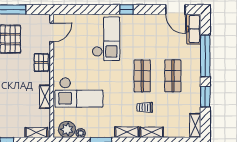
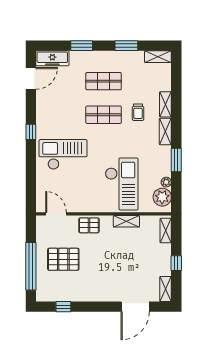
window: (205, 56) -> (82, 46), width x0.47

